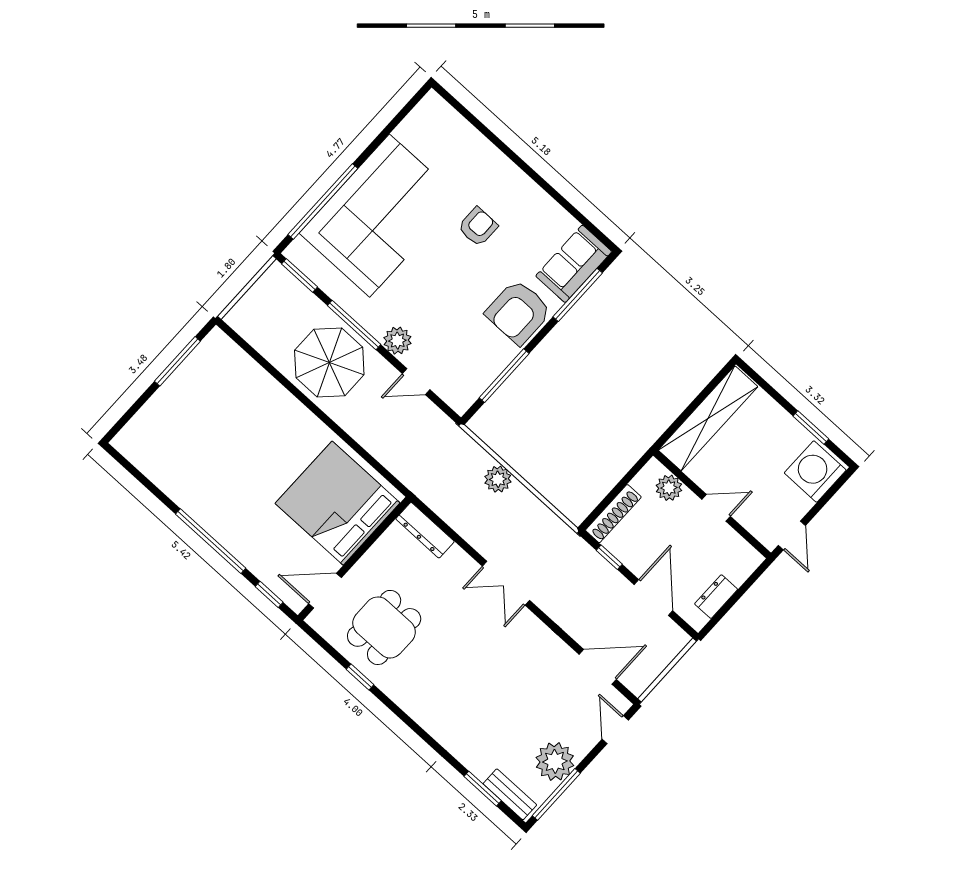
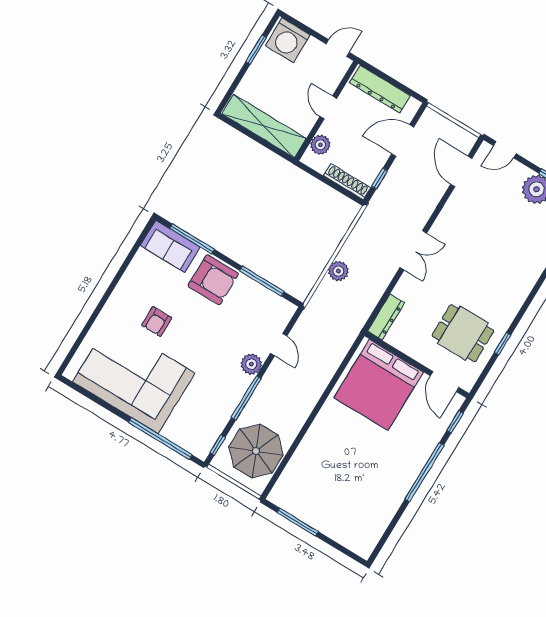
corner sofa: (380, 216) -> (134, 377), moved
armchair: (478, 227) -> (157, 322), turned -90
window: (299, 275) -> (218, 445), width x0.67
parasol: (329, 362) -> (256, 451), moved
dresser: (716, 597) -> (380, 89), width x1.96, depth x1.24

